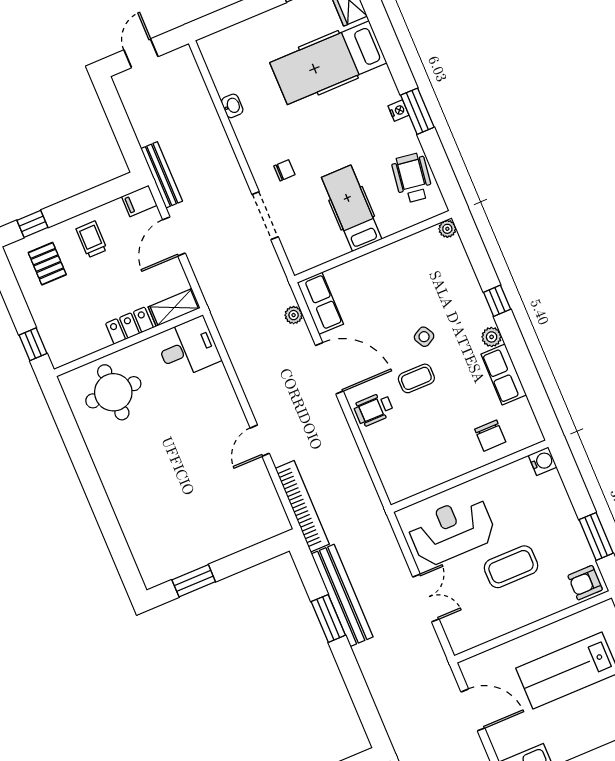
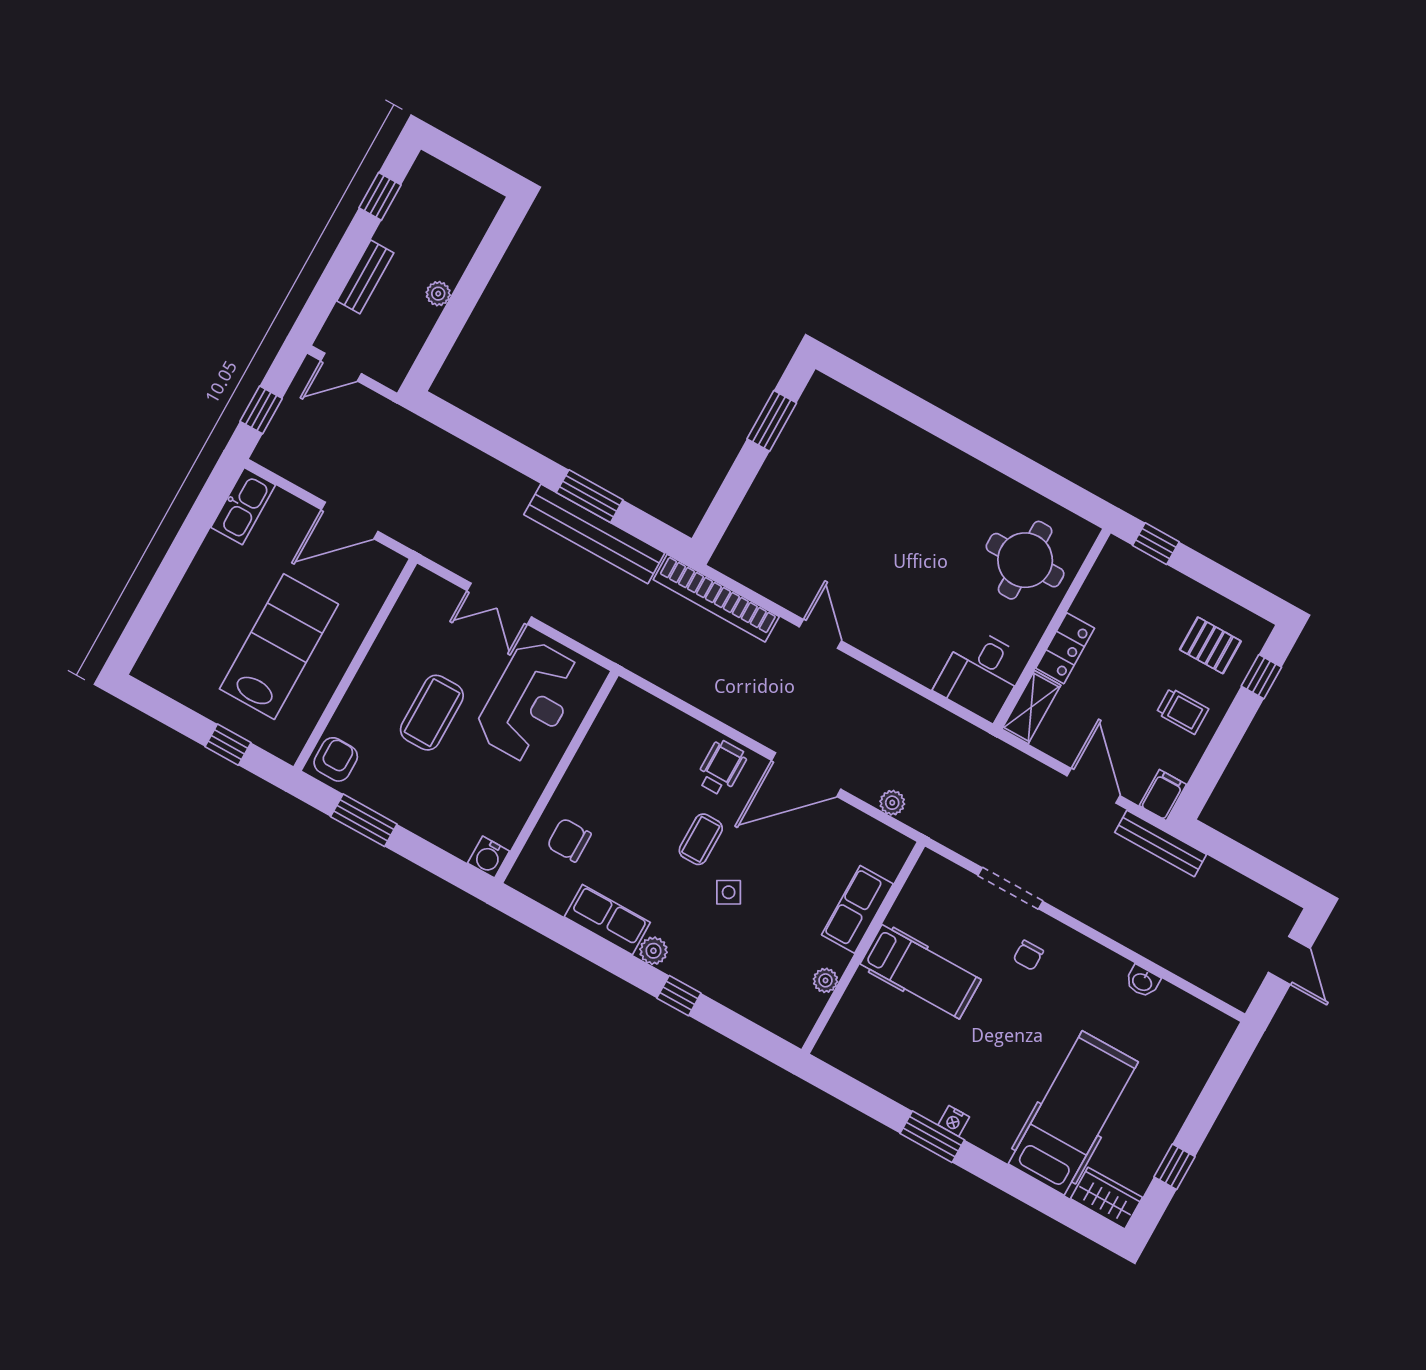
wheelchair: (412, 178) -> (880, 1058), removed
plant: (447, 229) -> (825, 980), moved
row of seats: (320, 303) -> (857, 909), moved, turned 90

